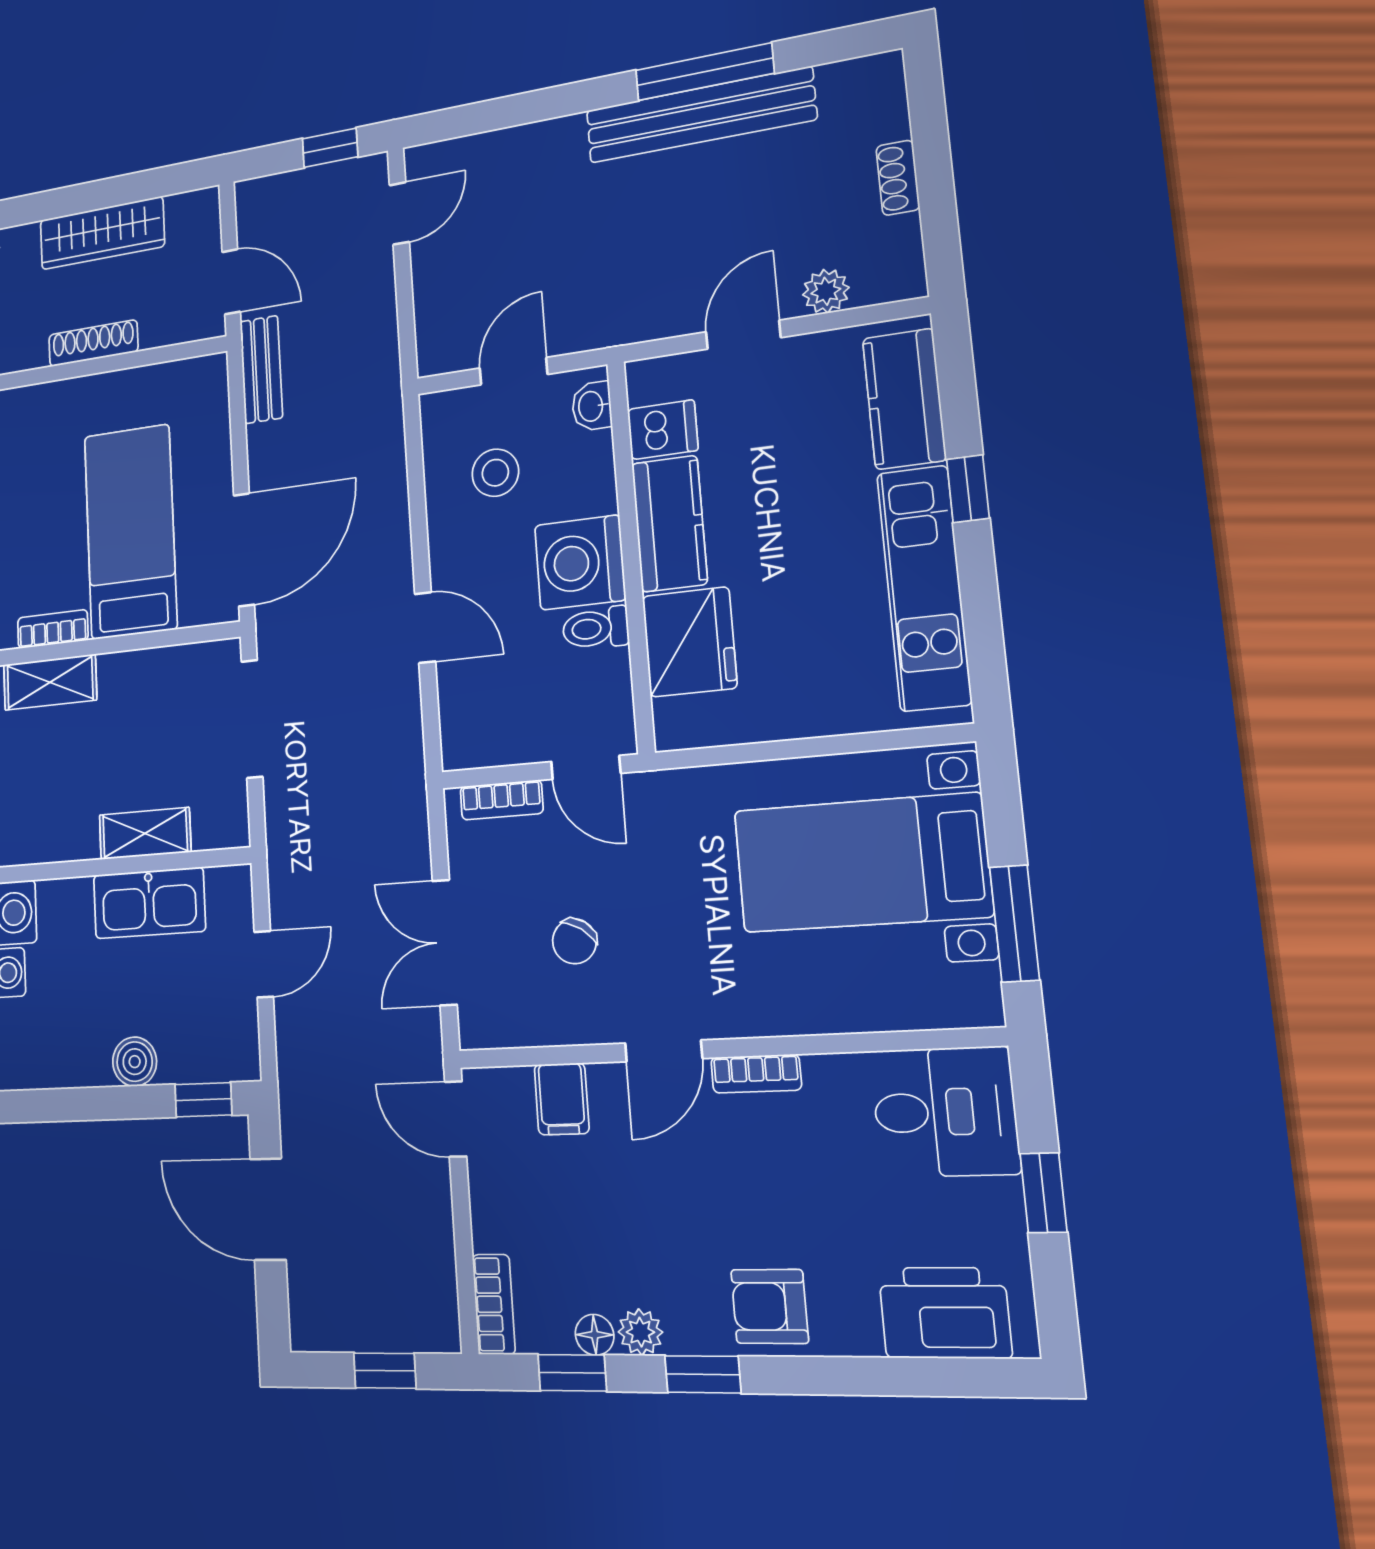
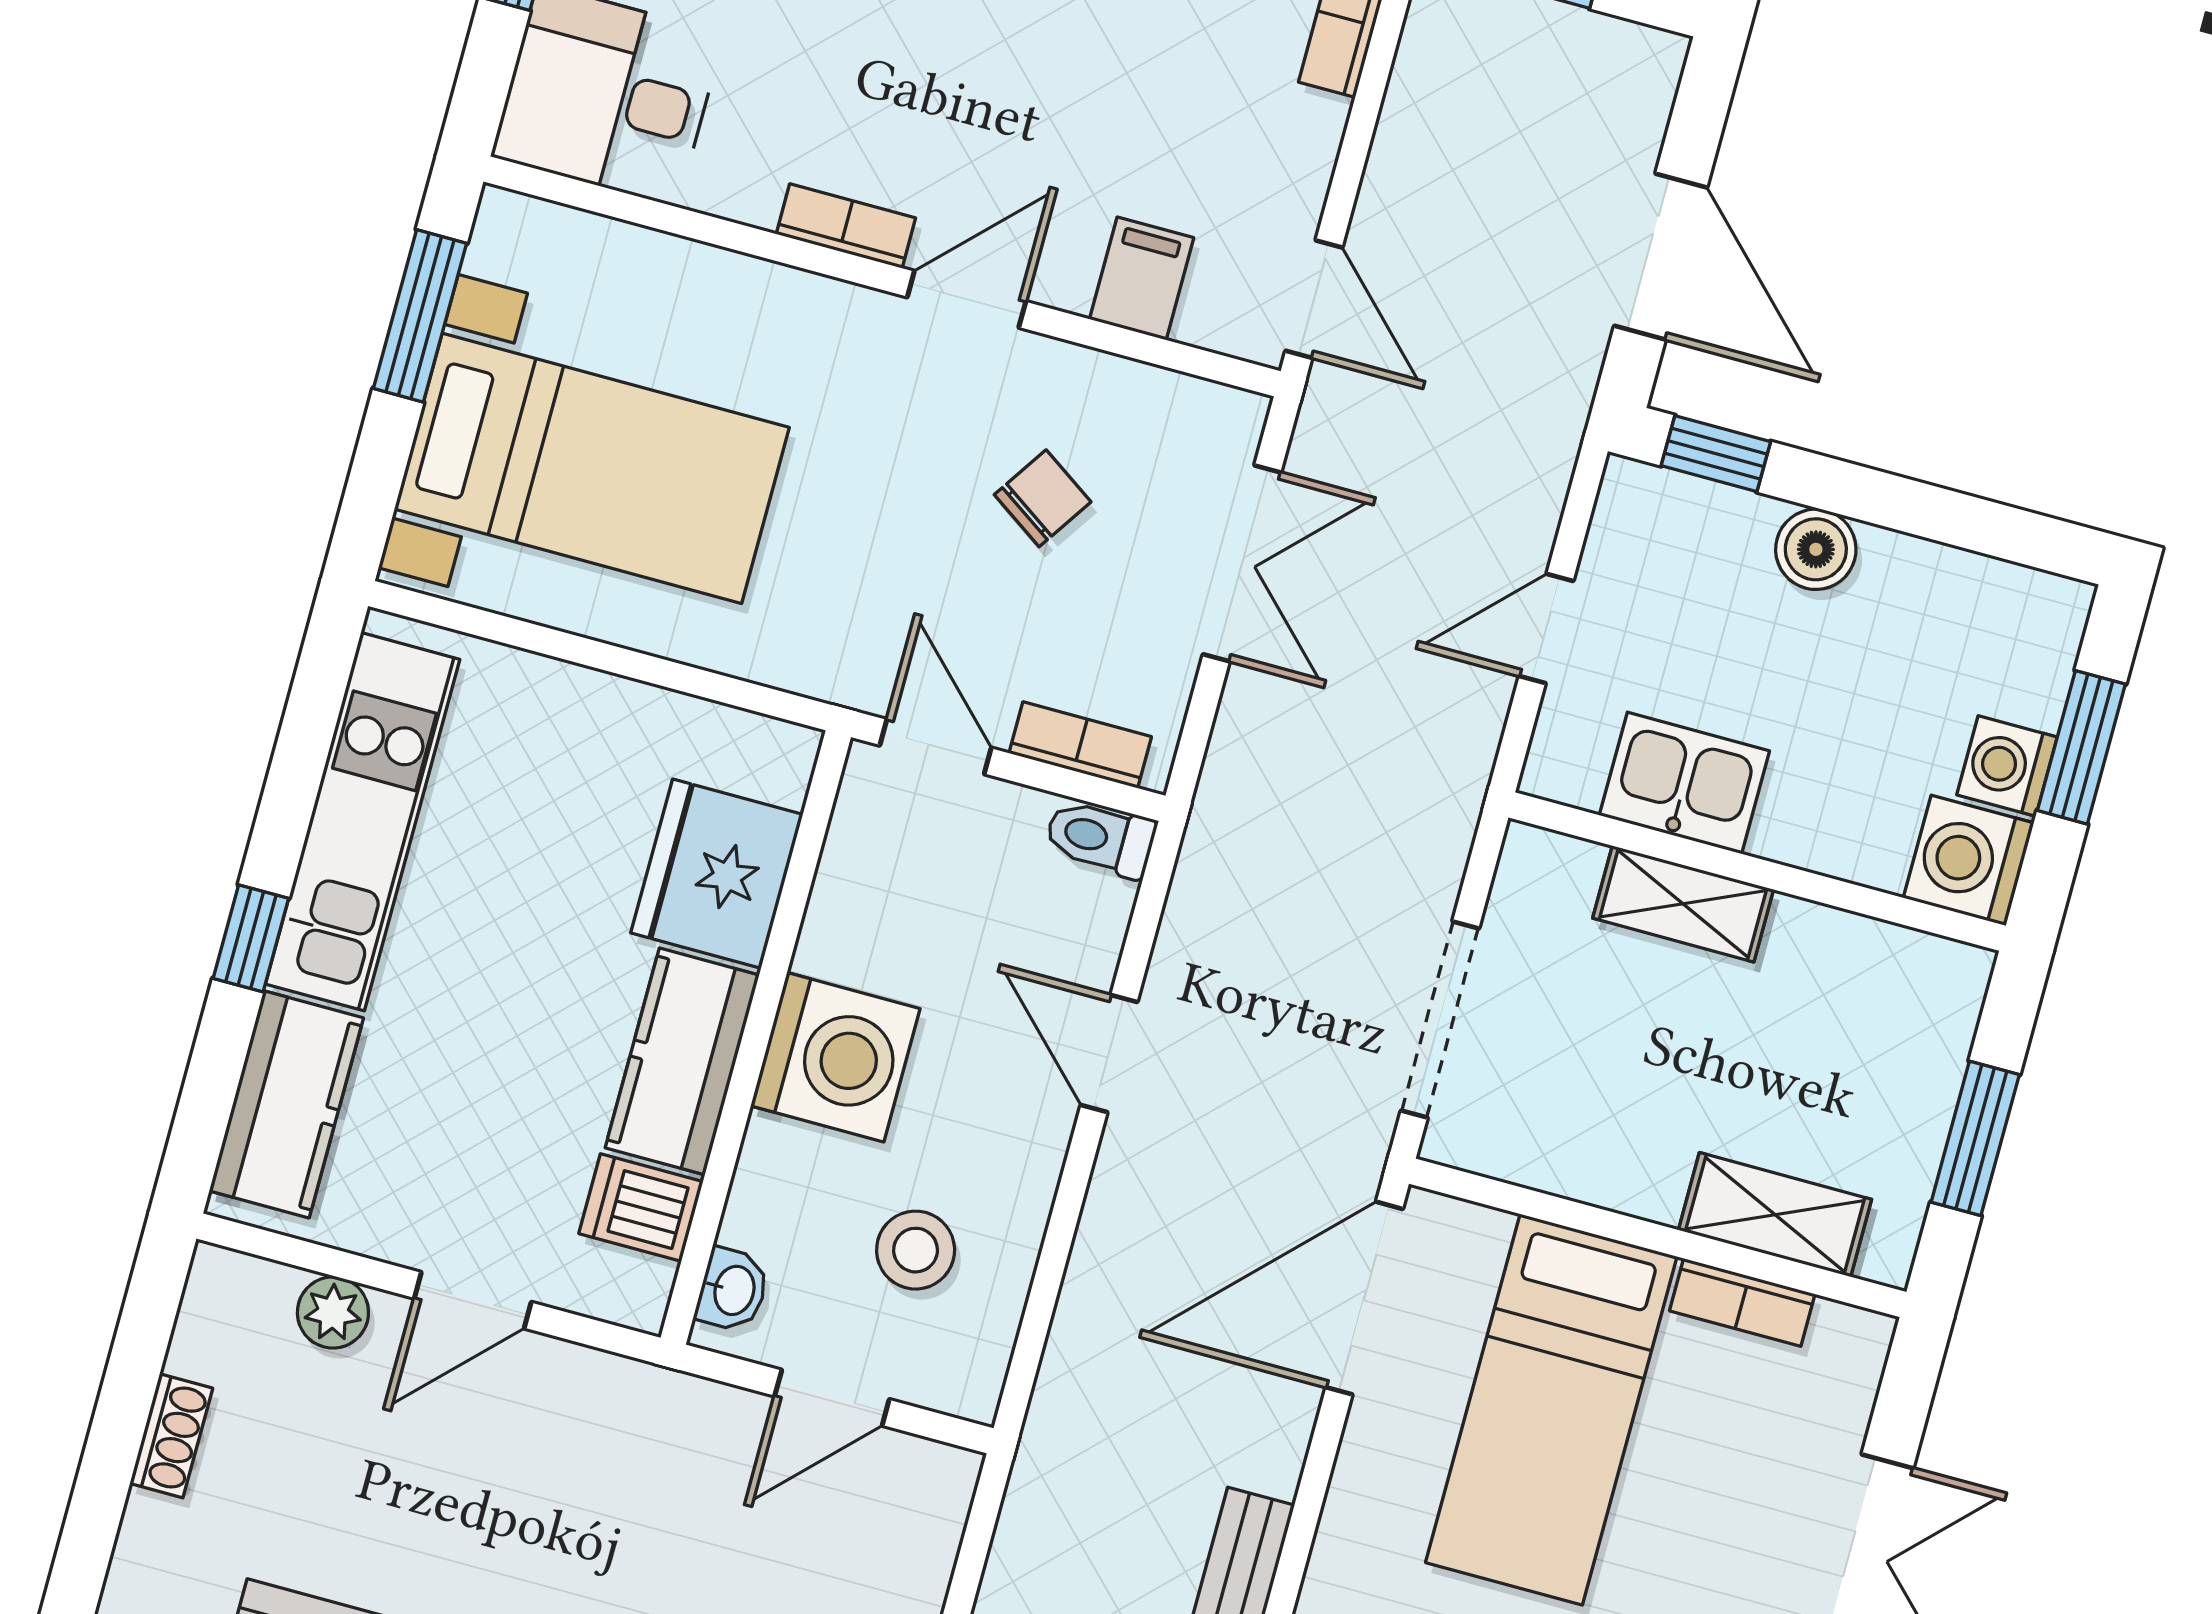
toilet: (596, 628) -> (1100, 838), moved, turned 180
kitchen sink: (149, 903) -> (1684, 783), width x0.73

